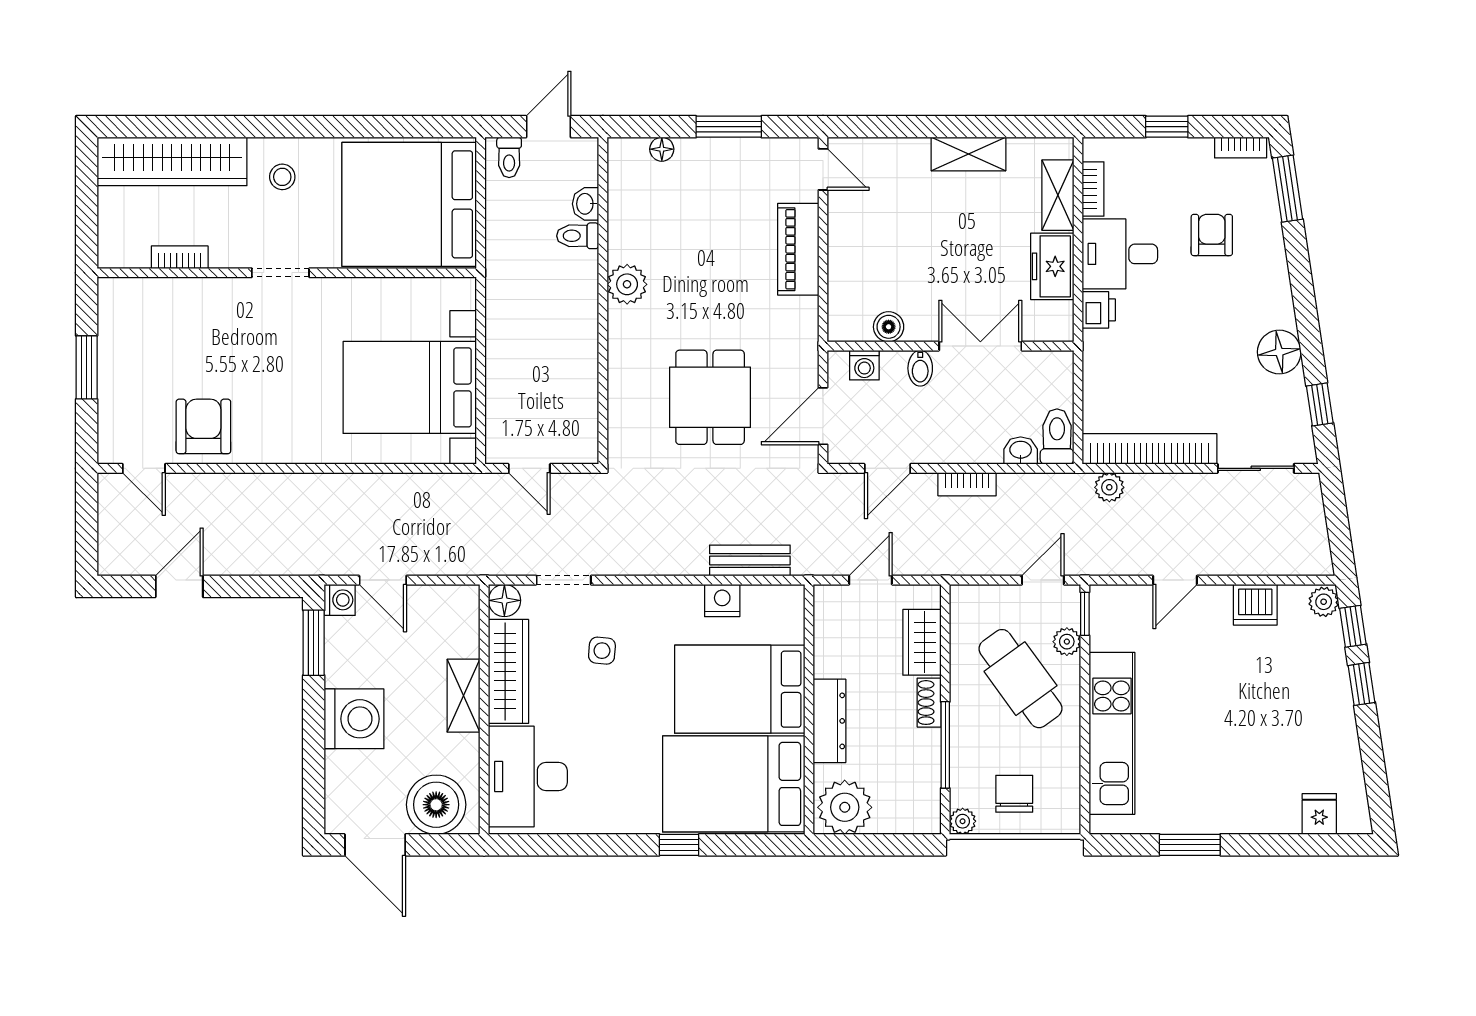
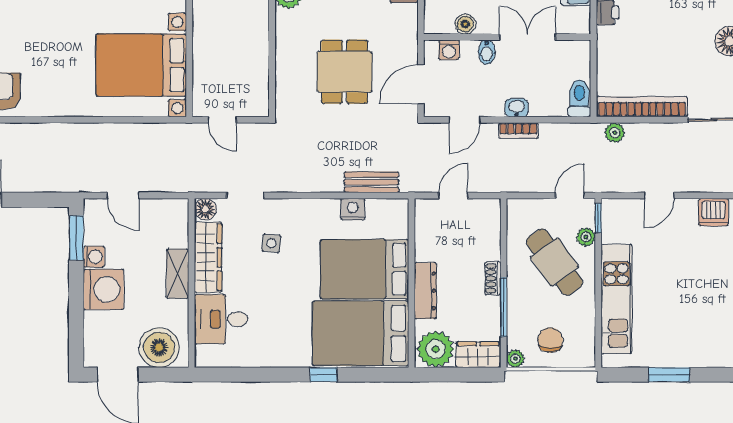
washbasin: (1021, 451) -> (517, 108), moved
washing machine: (340, 600) -> (94, 257), moved
wardrobe: (922, 642) -> (478, 355), moved, turned 90
desk: (528, 777) -> (221, 319), width x0.73

